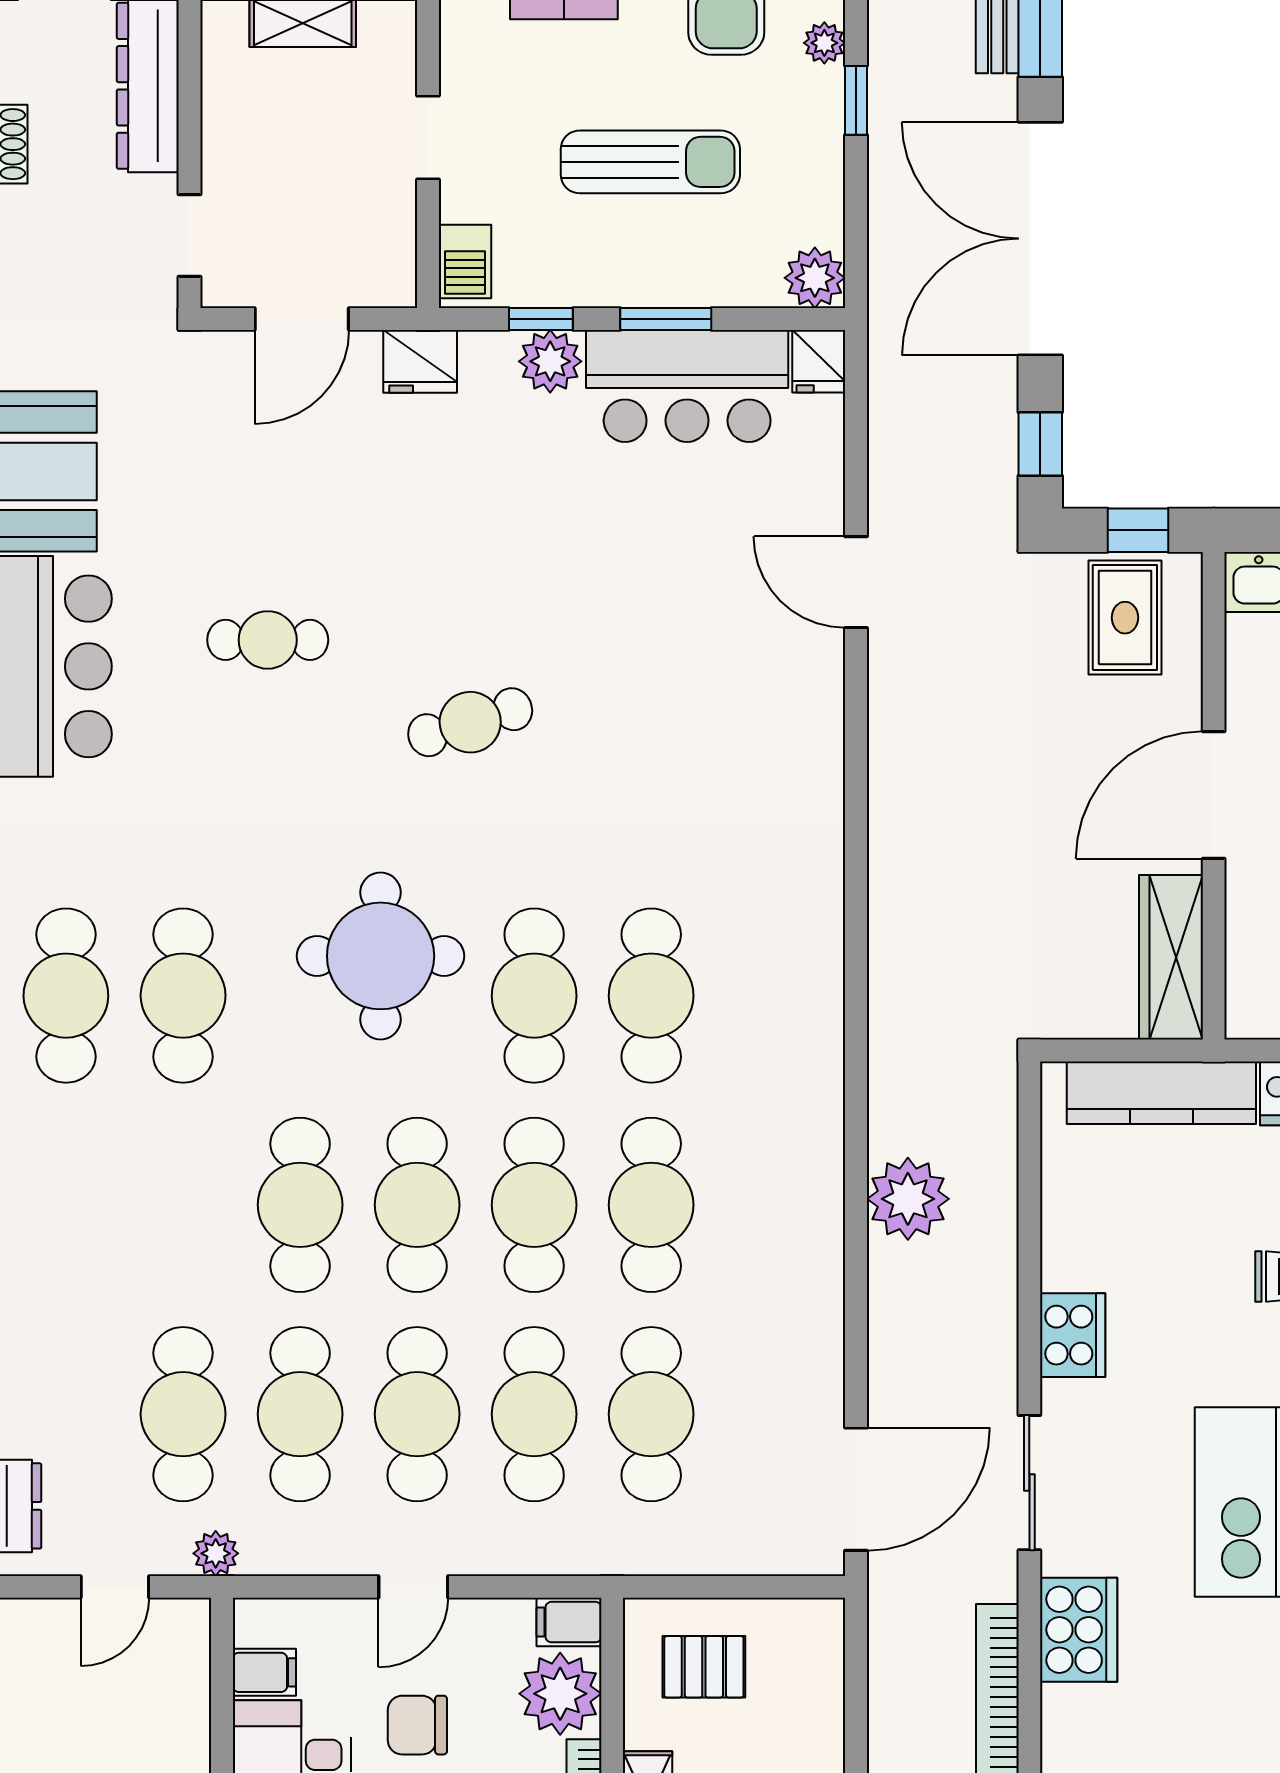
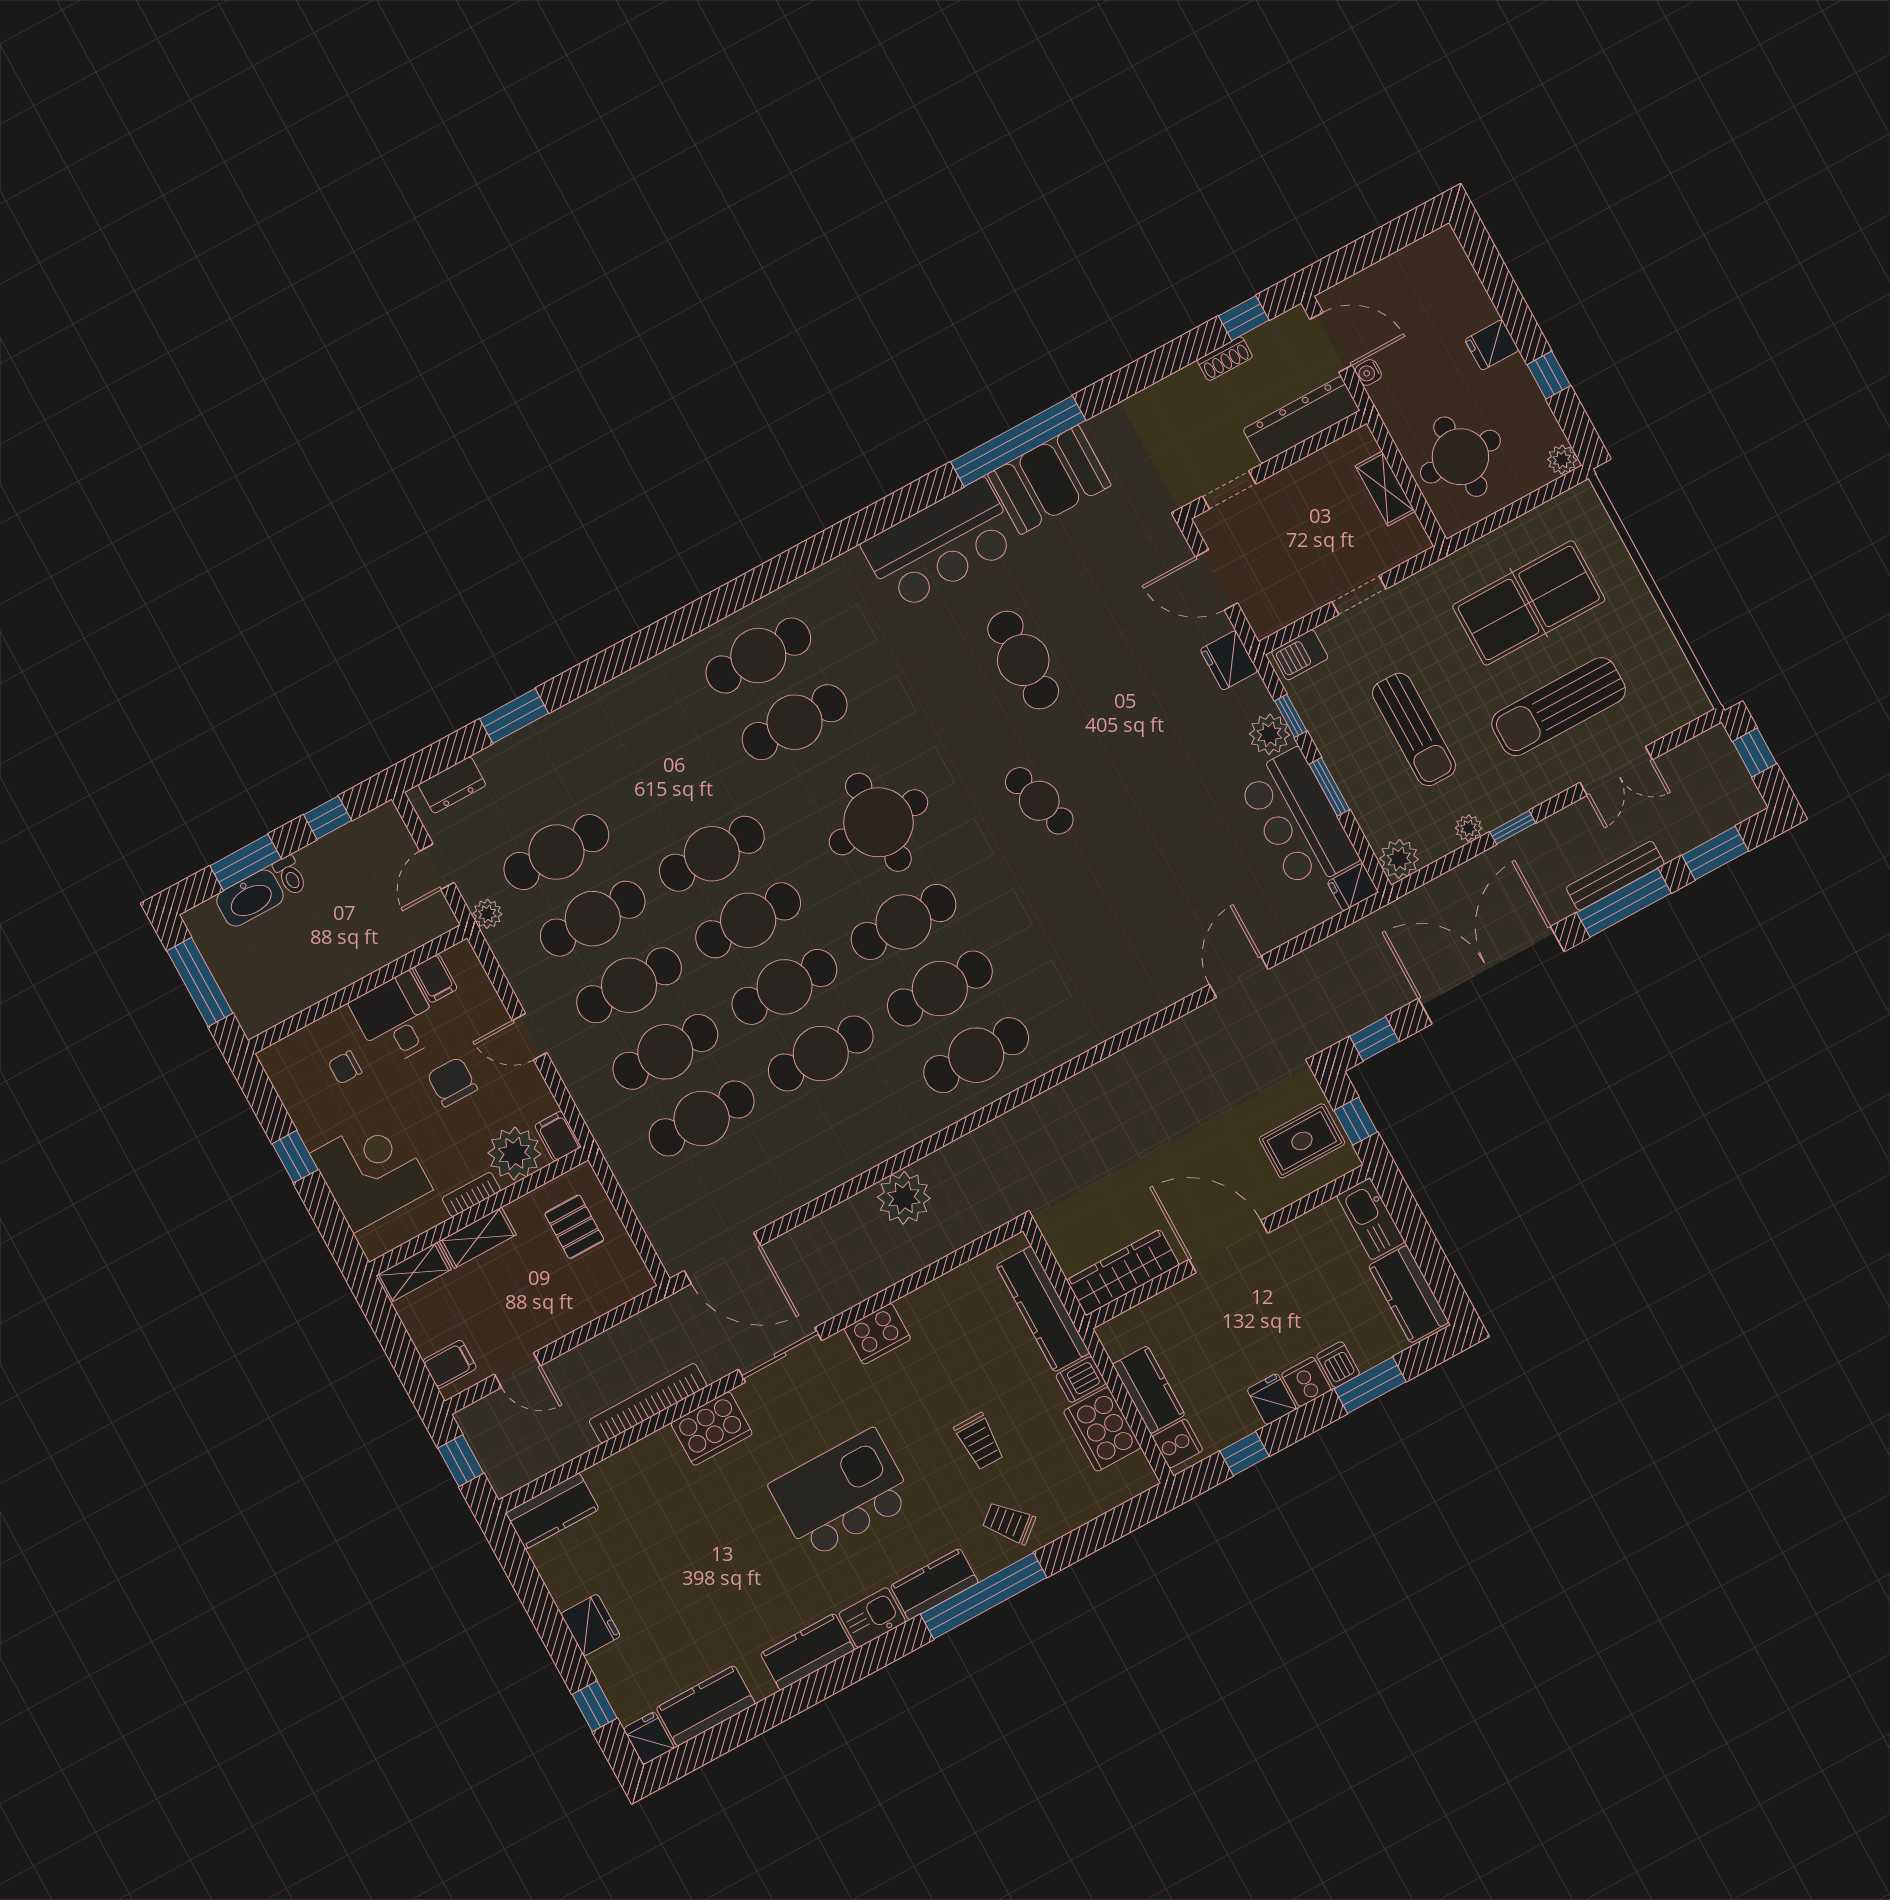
plant: (824, 43) -> (1469, 828), moved
cafe table: (268, 640) -> (1023, 660), width x1.37, depth x1.35
cafe table: (768, 996) -> (976, 1055), added
door: (115, 1587) -> (437, 867), hinge flipped

